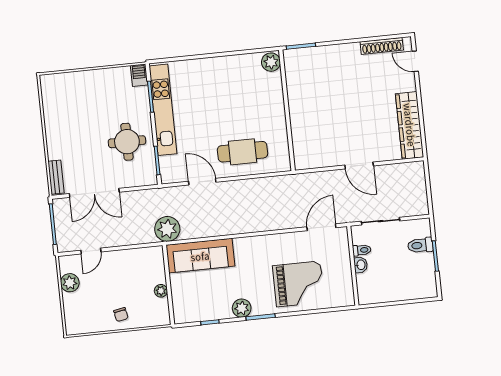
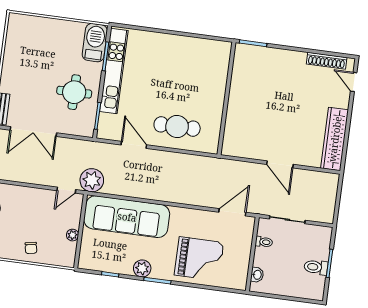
plant: (271, 62) -> (222, 51), removed
barbecue: (139, 75) -> (95, 43), width x1.88, depth x1.53
toilet: (420, 245) -> (316, 267), moved
door: (91, 251) -> (66, 190), moved
sofa: (200, 256) -> (127, 217), width x1.36, depth x1.27
washbasin: (361, 265) -> (257, 275), moved

